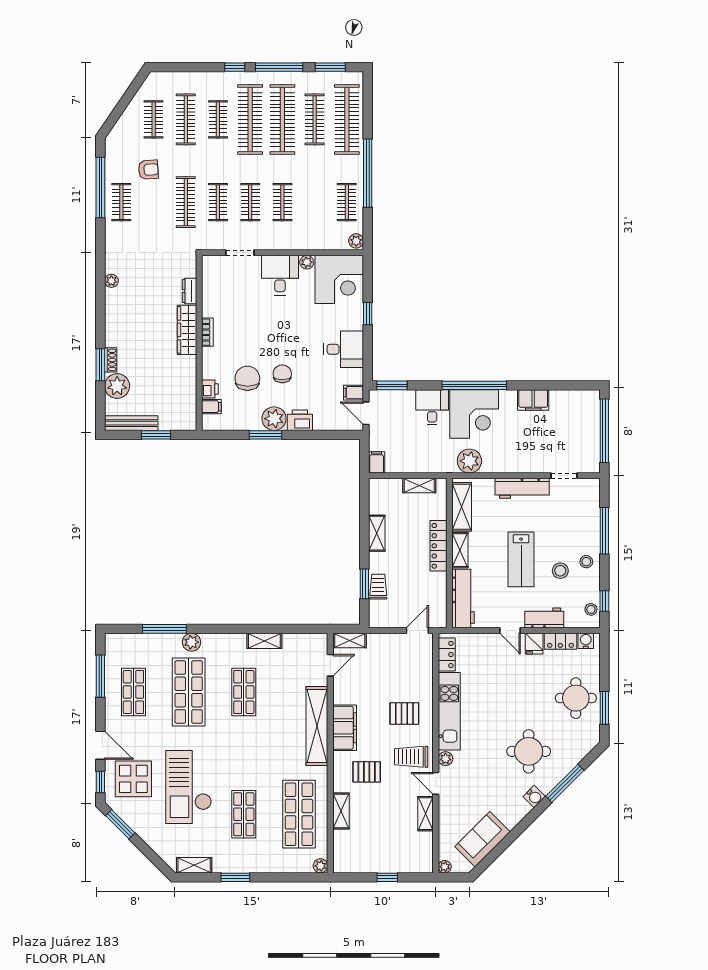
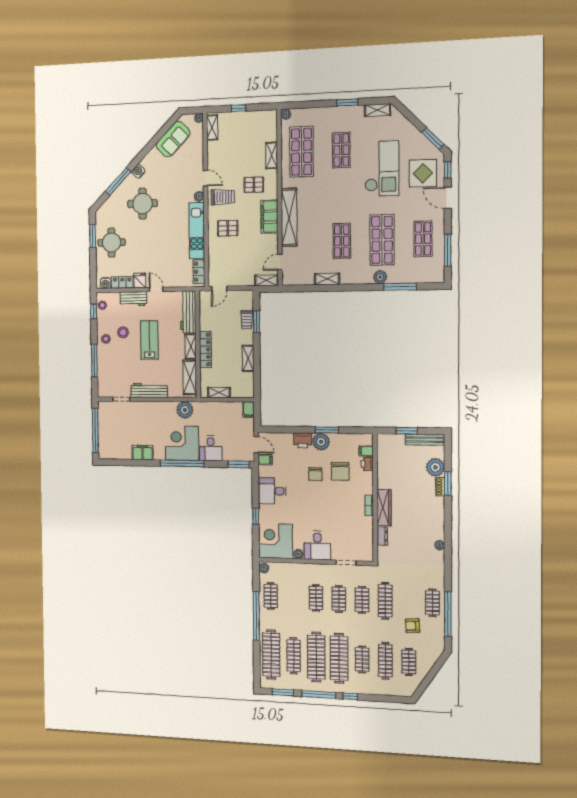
shelving: (425, 814) -> (212, 127), moved

